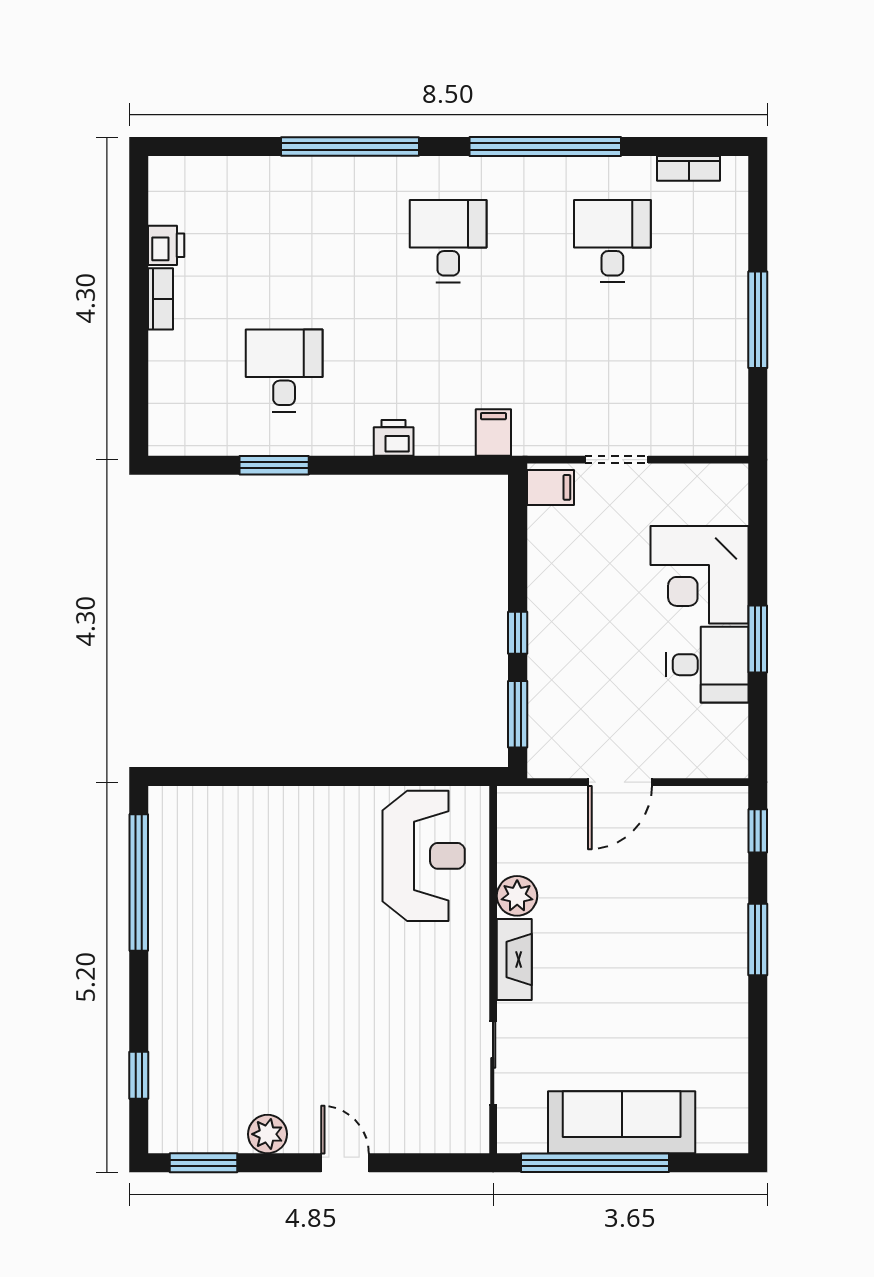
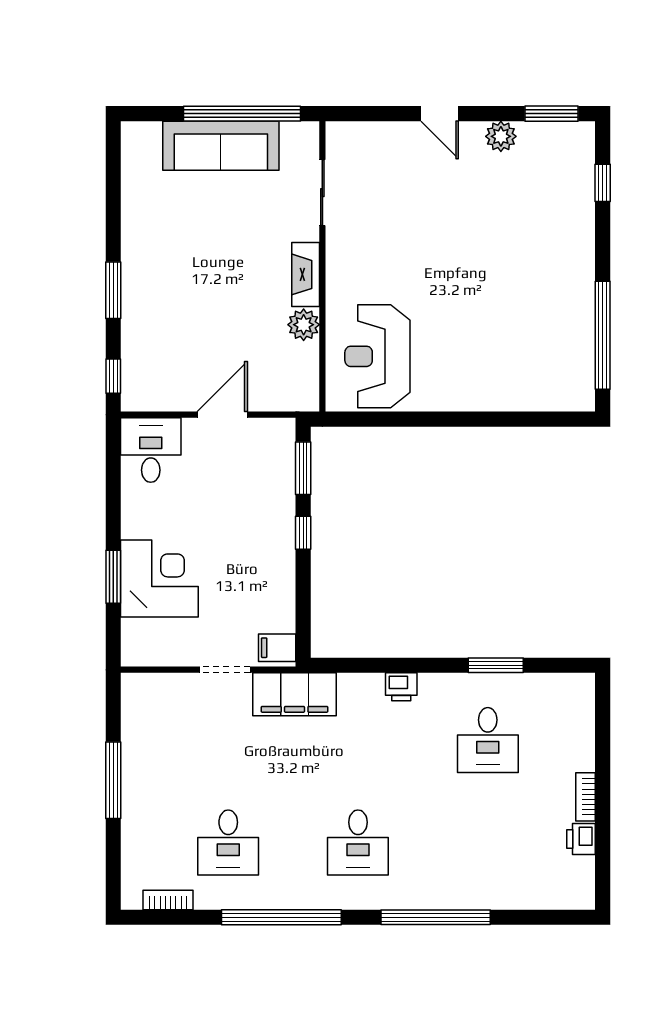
filing cabinet: (493, 432) -> (295, 694), width x3.00, depth x1.17
window: (758, 639) -> (113, 577), moved
desk: (707, 665) -> (151, 450), moved, turned 90

